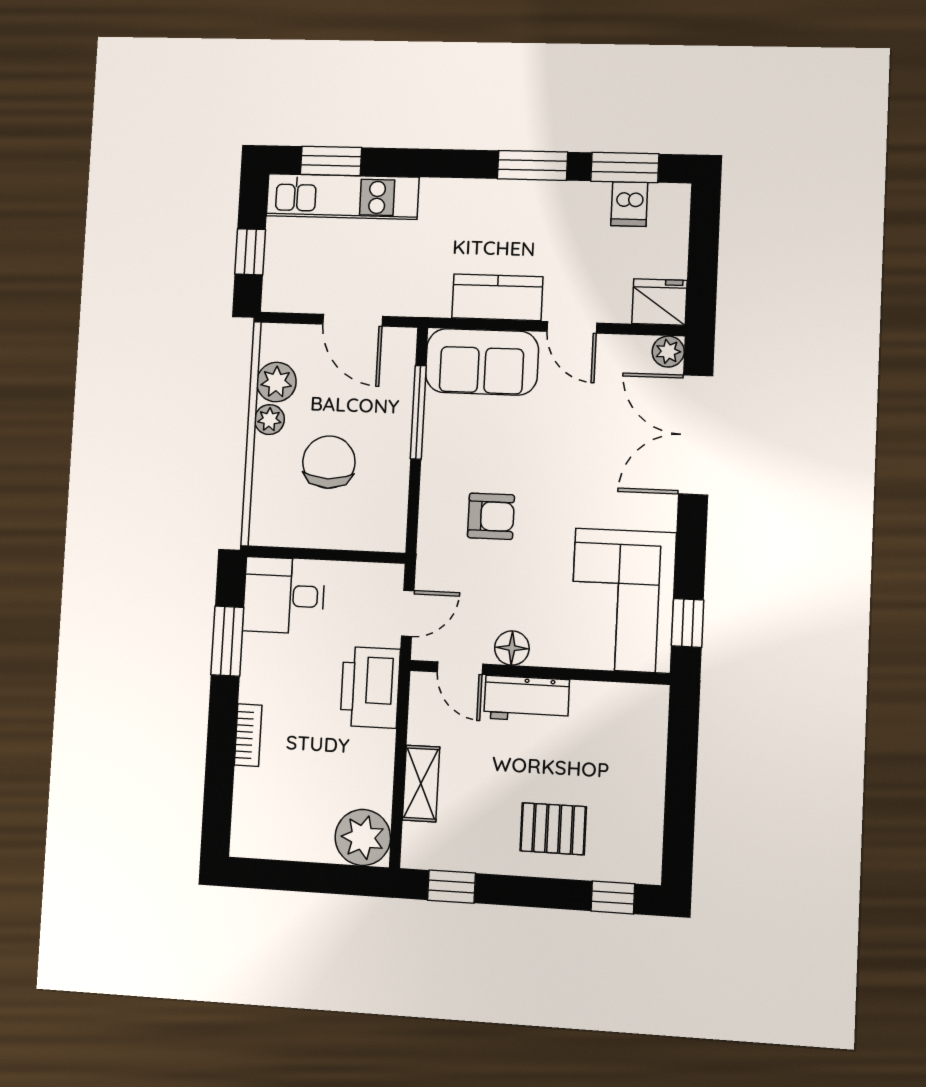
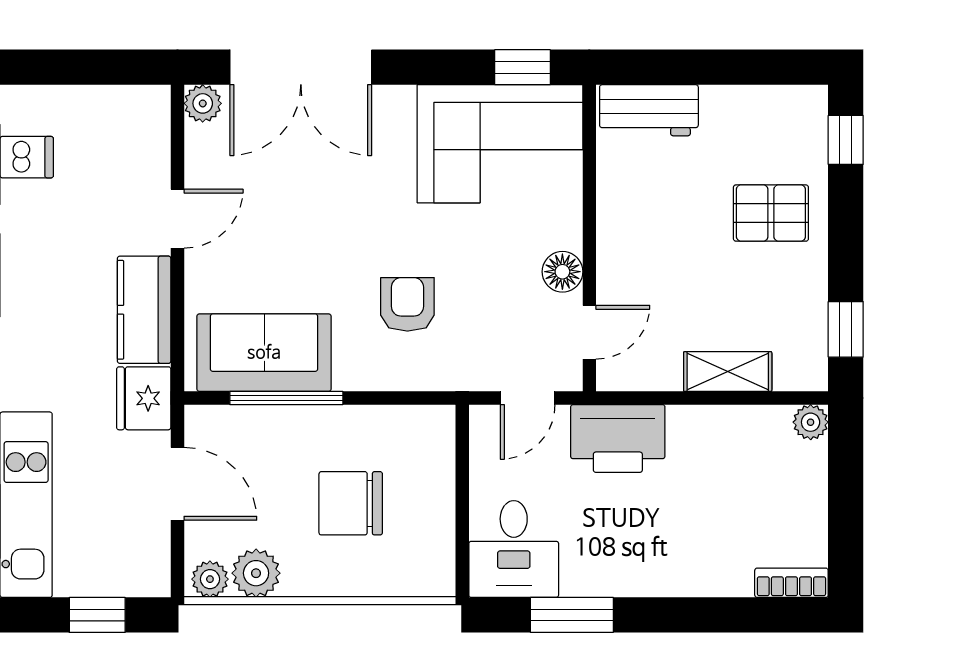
fridge: (660, 302) -> (144, 398), moved
door: (353, 320) -> (177, 484), hinge flipped
sofa: (482, 362) -> (264, 353), moved, turned -90
plant: (269, 420) -> (210, 579), moved
door: (408, 613) -> (528, 398), swing flipped
workbench: (527, 699) -> (649, 110), moved, turned 90
bookcase: (248, 735) -> (791, 583), moved
pallet: (553, 829) -> (771, 213), turned 90
plant: (363, 837) -> (811, 422), width x0.53, depth x0.53

